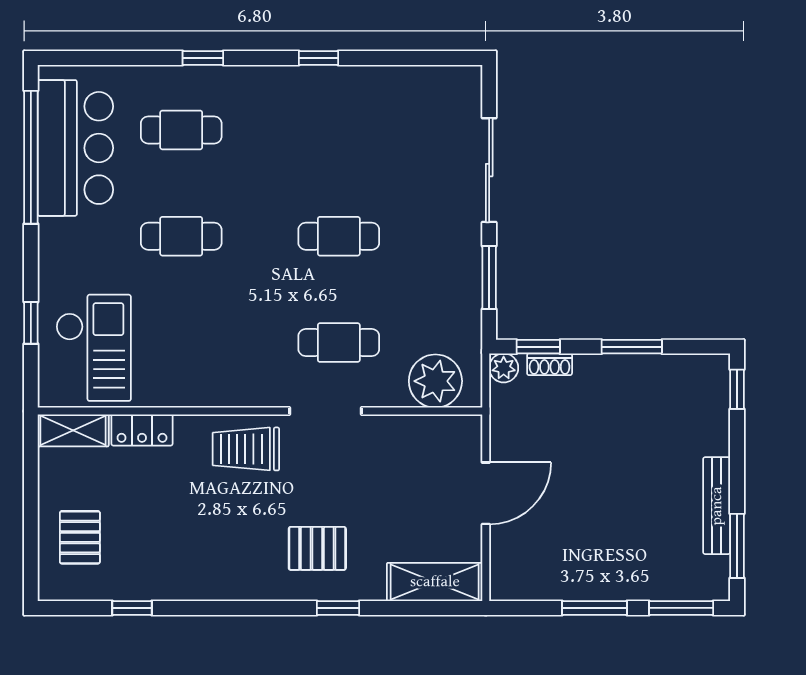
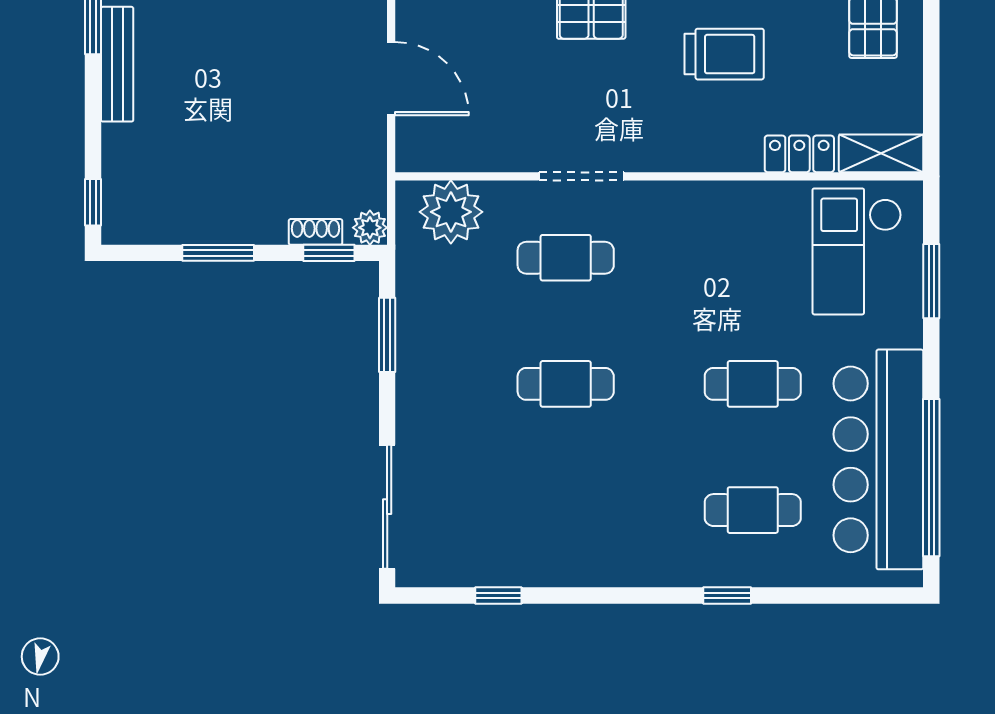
window: (318, 58) -> (498, 595), moved
bar counter: (75, 148) -> (878, 459), width x1.36
sliding door: (489, 170) -> (387, 507), moved
window: (31, 323) -> (931, 281), width x1.50
trolley: (246, 449) -> (724, 54), moved
door: (486, 493) -> (391, 79), swing flipped

